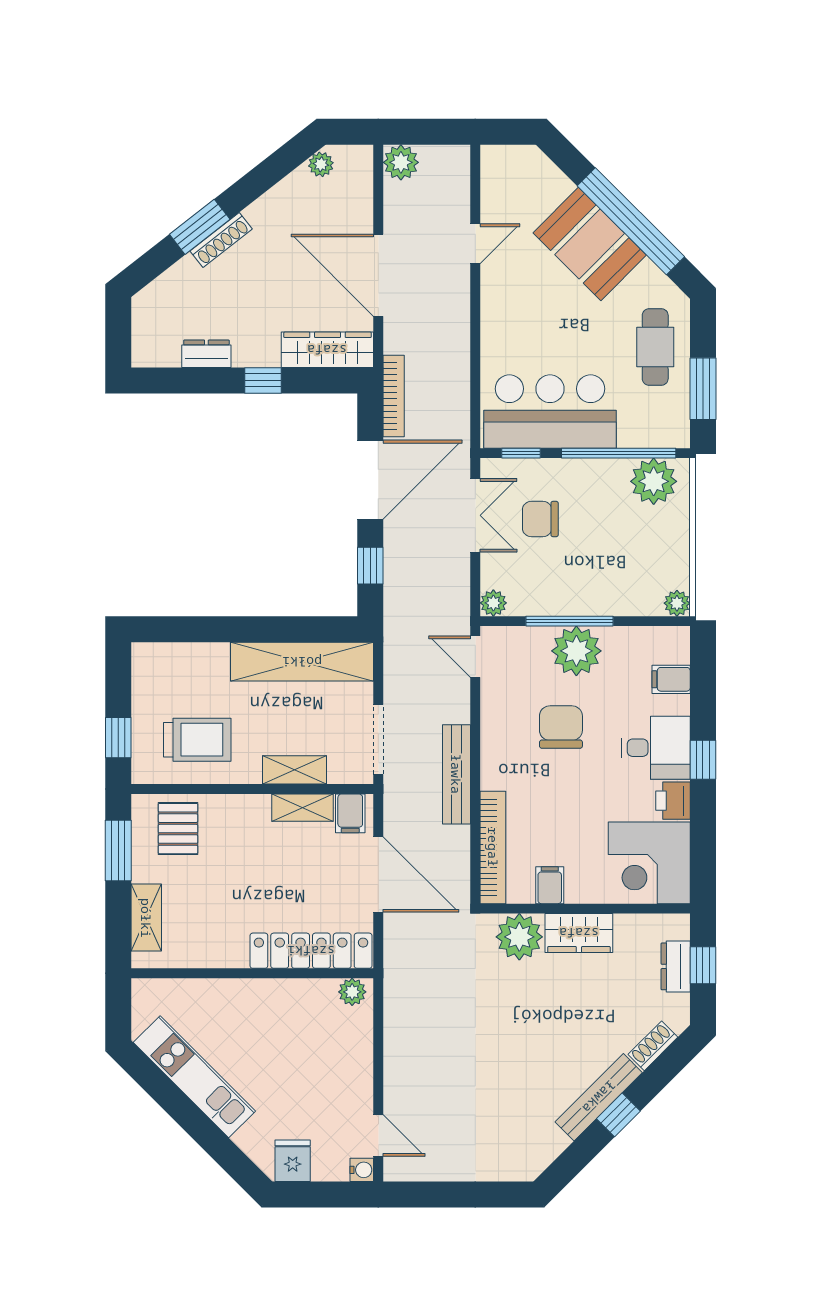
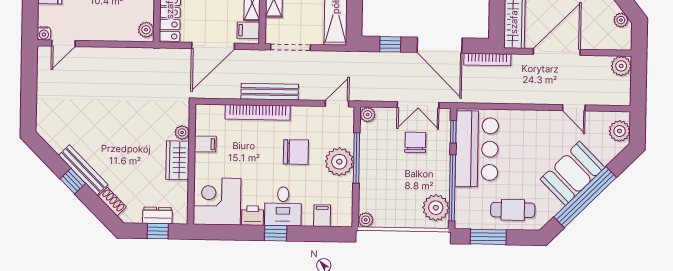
plant: (514, 163) -> (620, 131), added
bookcase: (493, 847) -> (258, 112), moved
plant: (519, 937) -> (182, 132), width x0.53, depth x0.53

